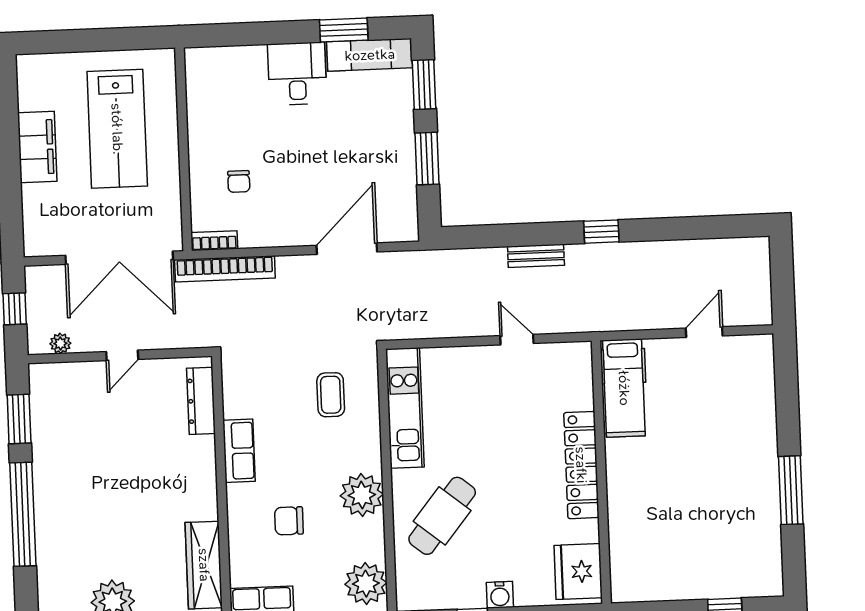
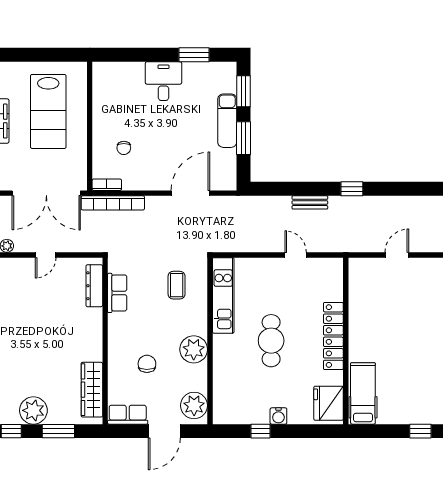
exam couch: (370, 55) -> (227, 121), moved, turned 90
door: (704, 332) -> (397, 255), moved
hospital bed: (624, 388) -> (363, 393), moved, turned 180
row of seats: (239, 451) -> (117, 293), moved
cafe table: (442, 516) -> (271, 341), moved, turned -39
chair: (289, 521) -> (147, 364), turned 90

